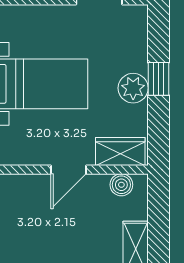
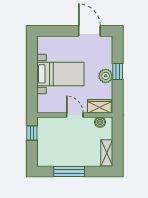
door: (69, 170) -> (75, 115), swing flipped

